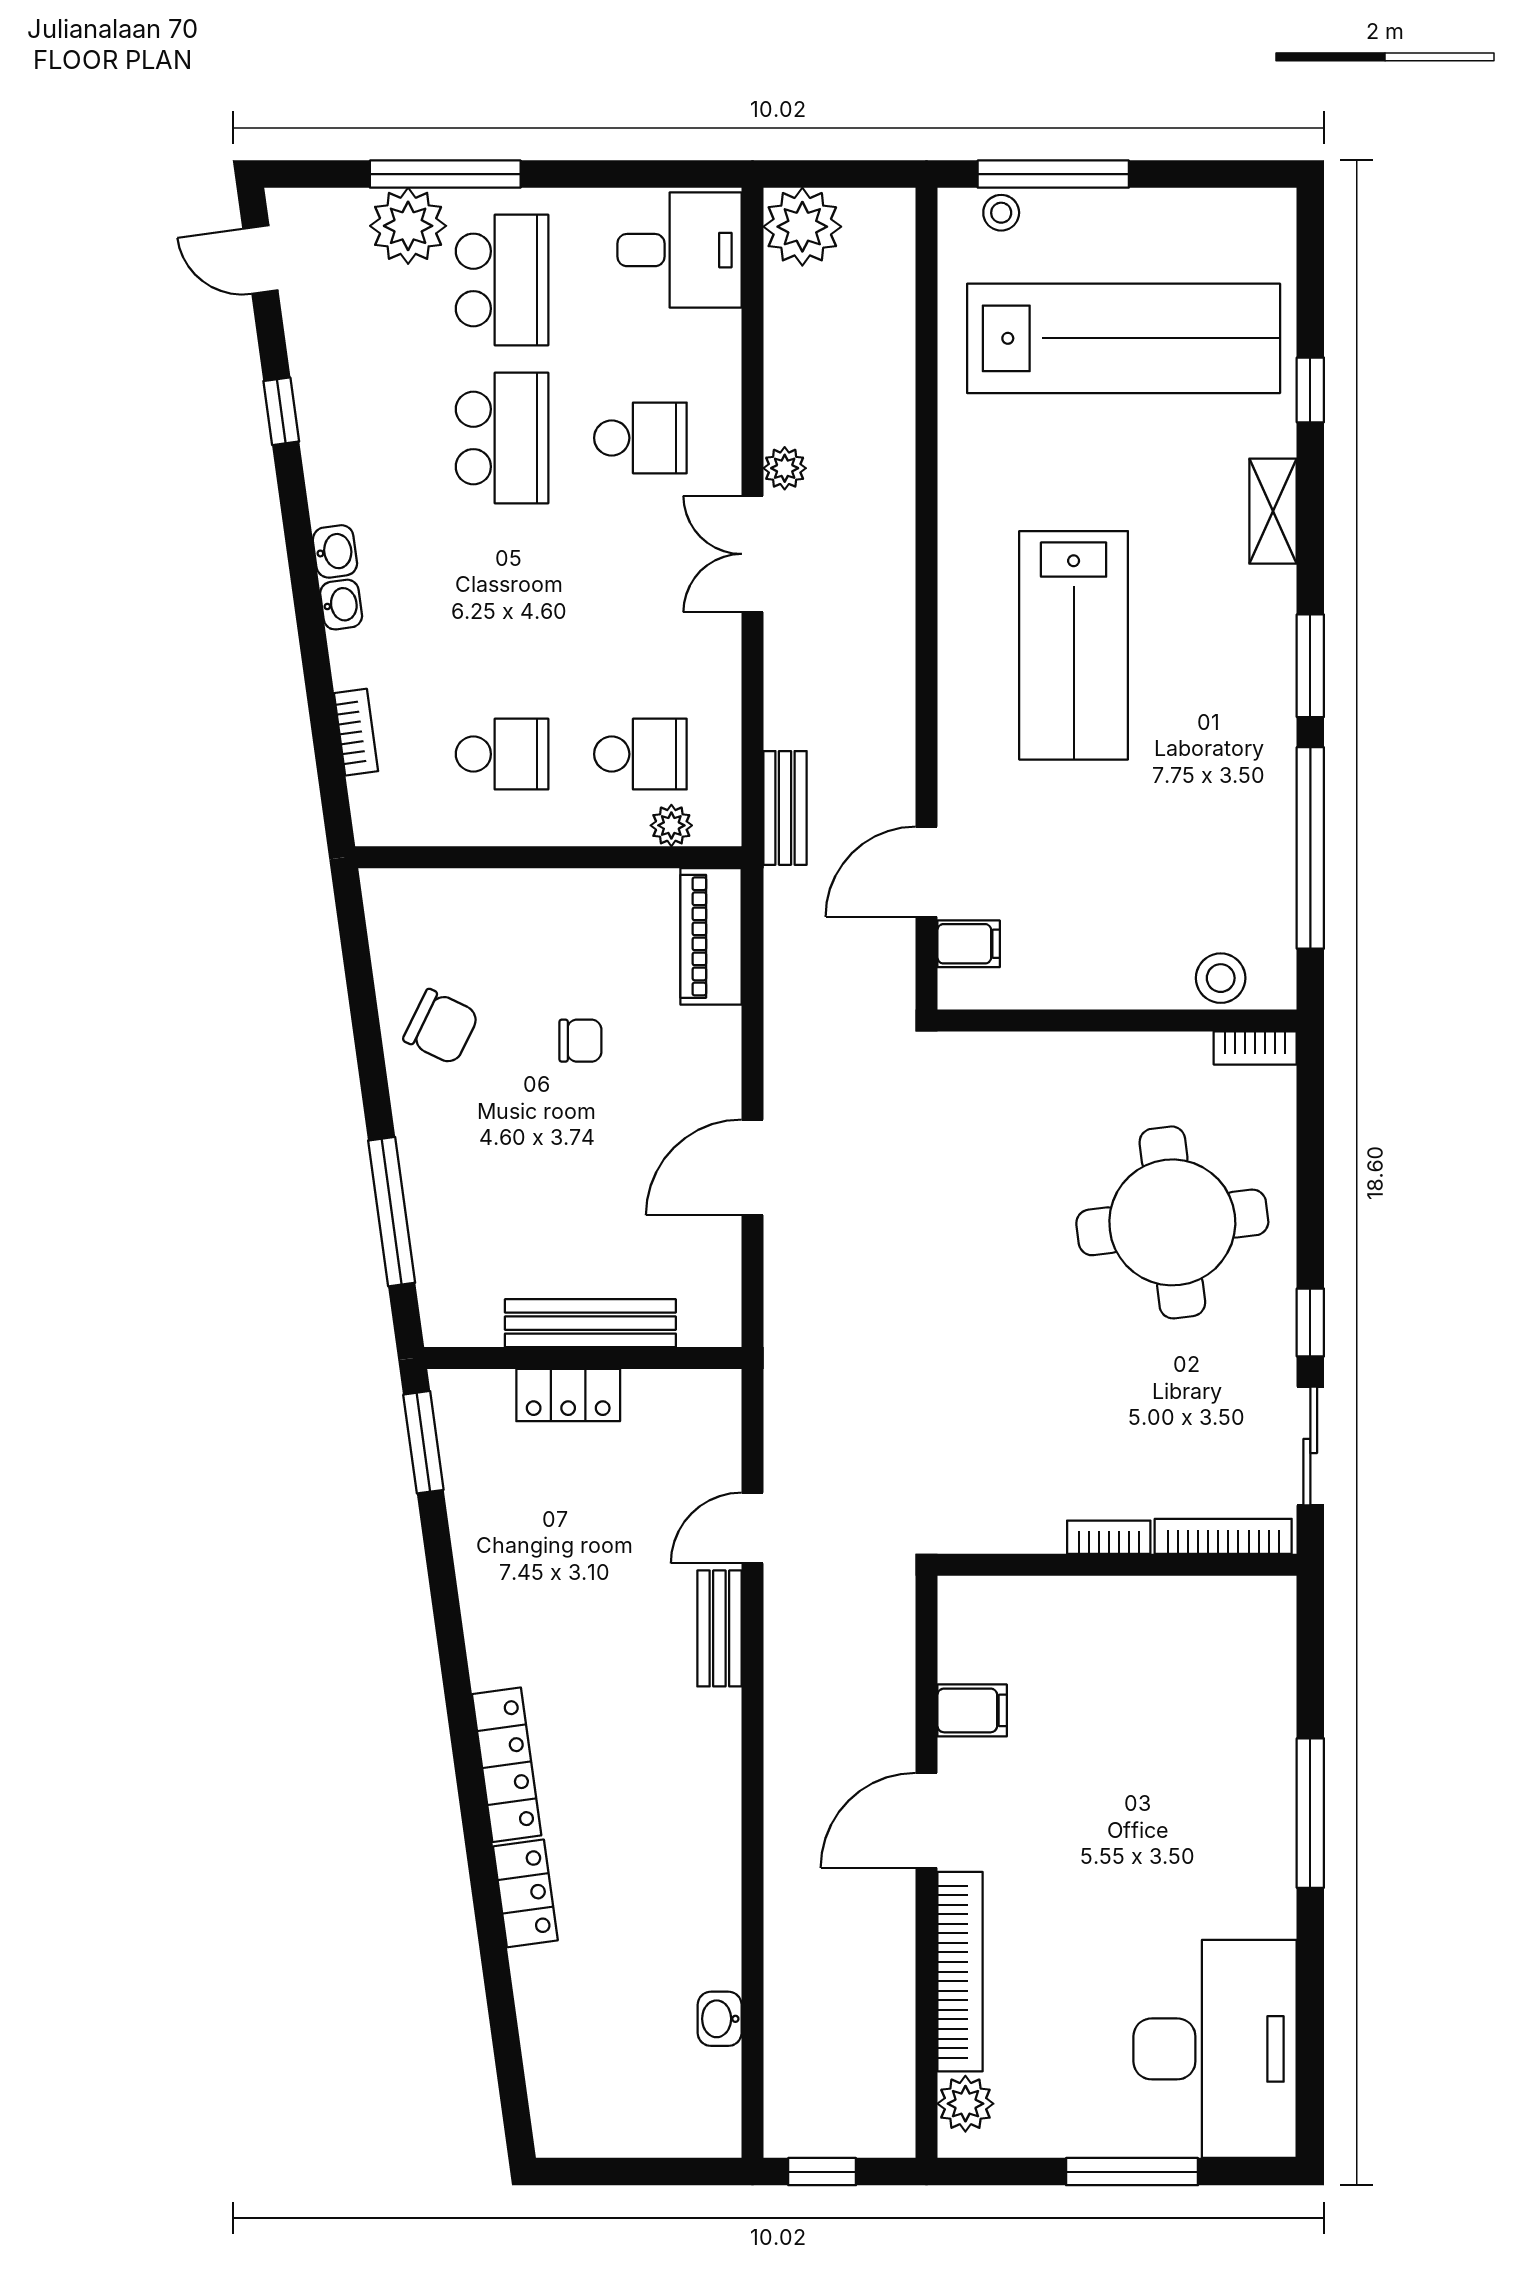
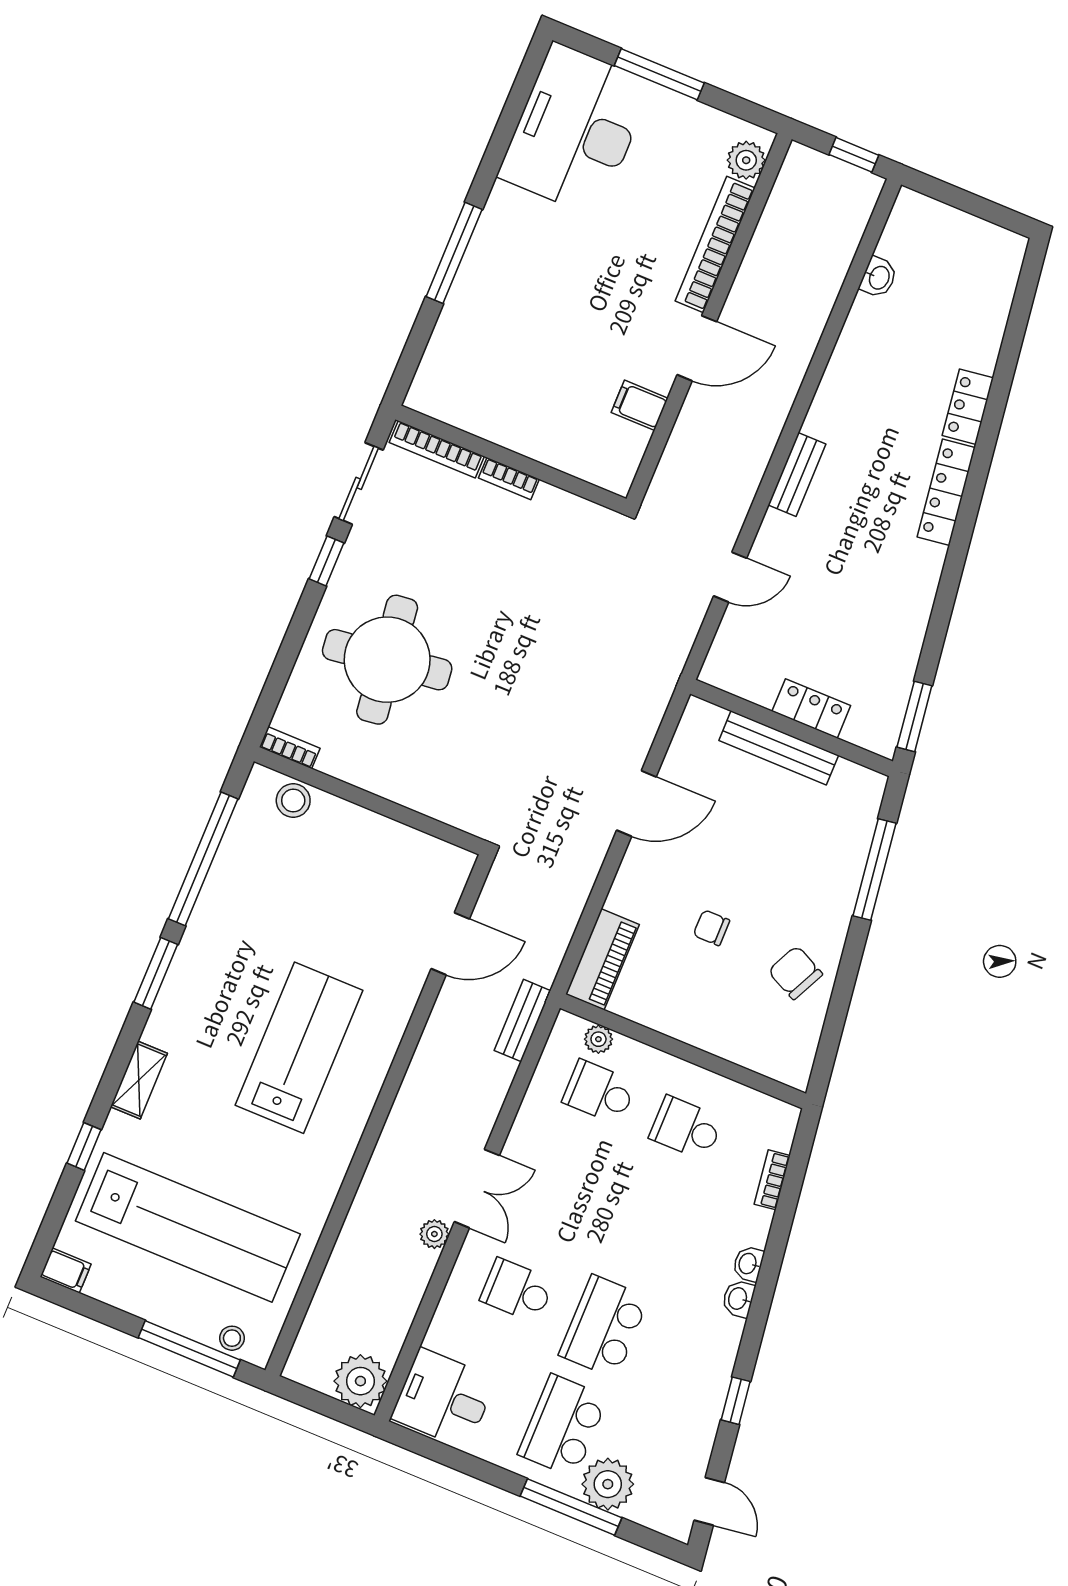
lab bench: (1124, 338) -> (188, 1227), turned 180
filing cabinet: (969, 944) -> (66, 1270), moved, turned 180
bench: (719, 1628) -> (797, 474), moved

